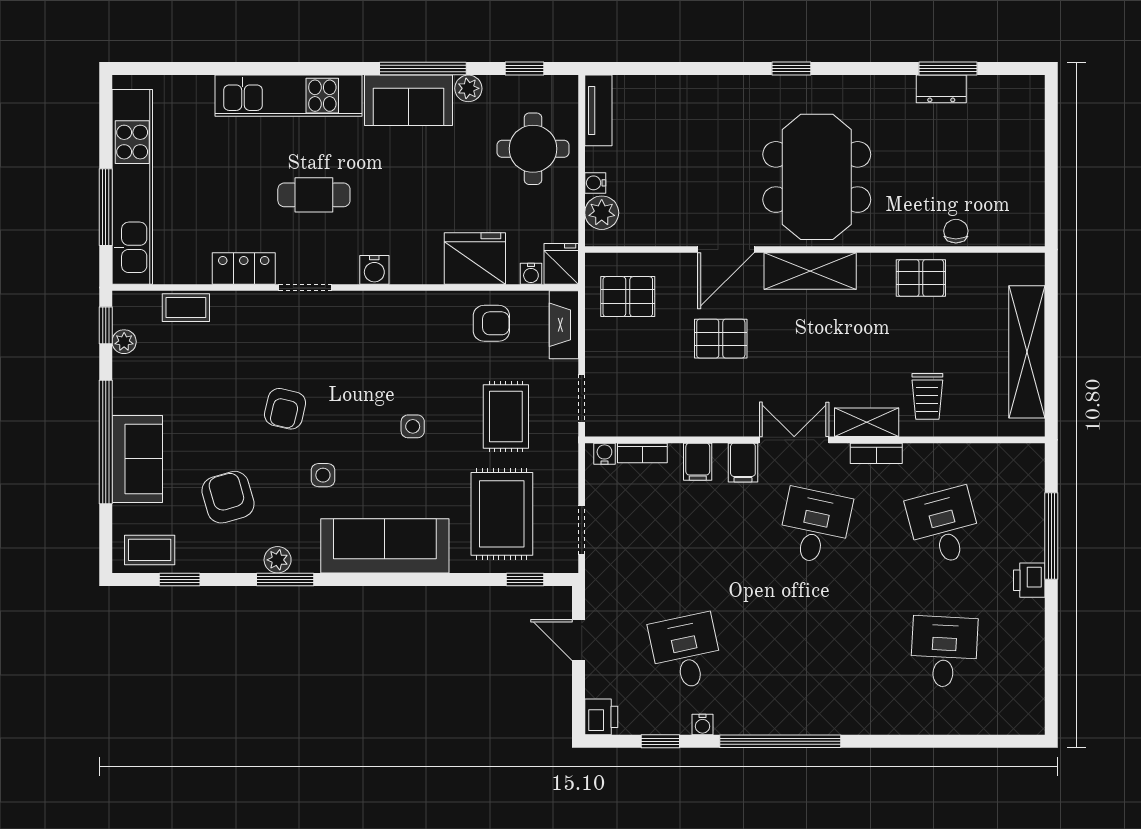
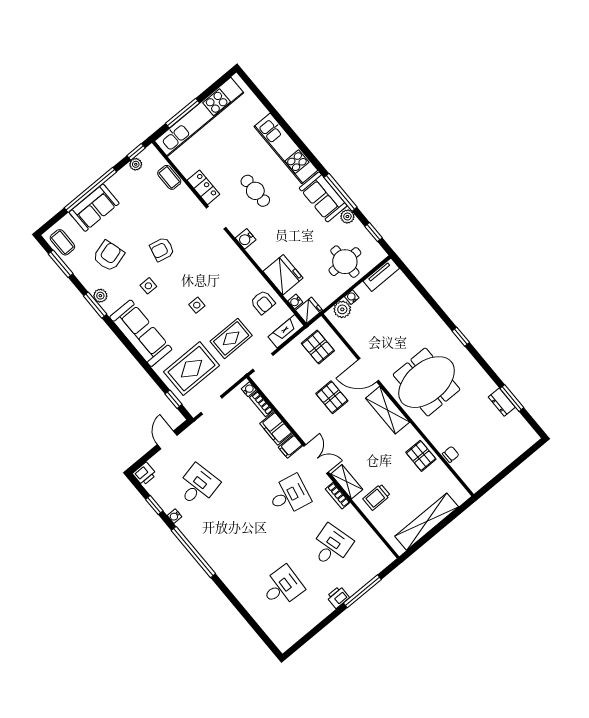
filing cabinet: (698, 462) -> (276, 428), width x2.00
window: (180, 579) -> (61, 264), width x1.50

